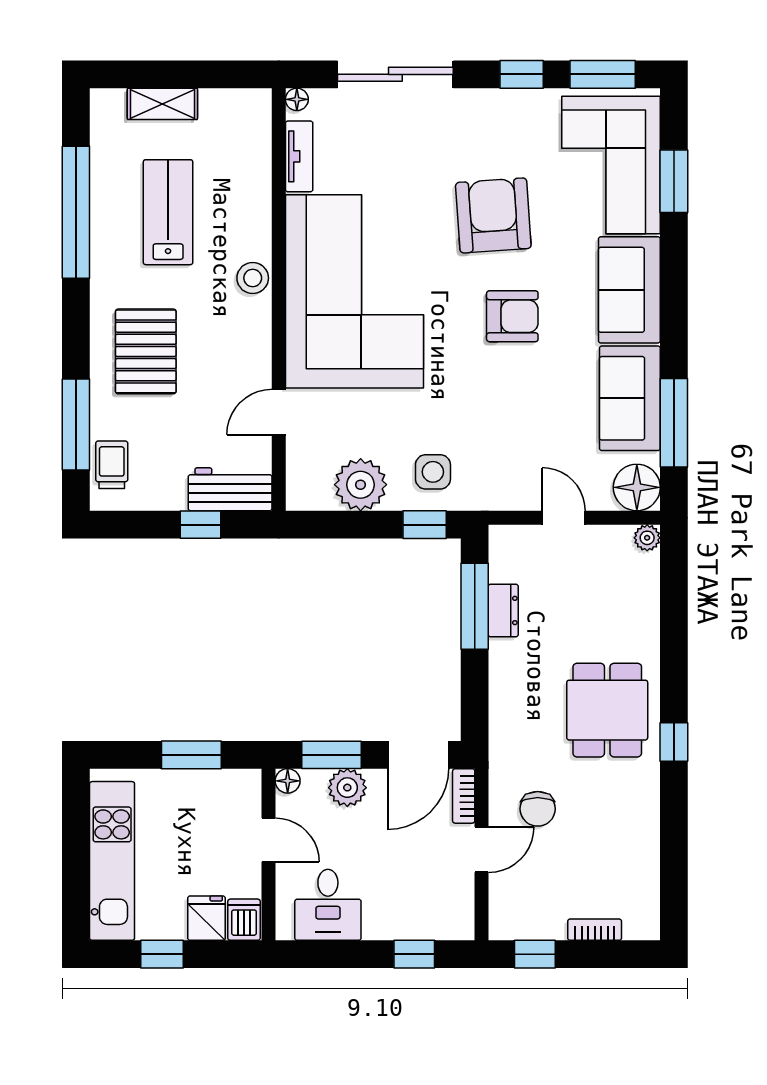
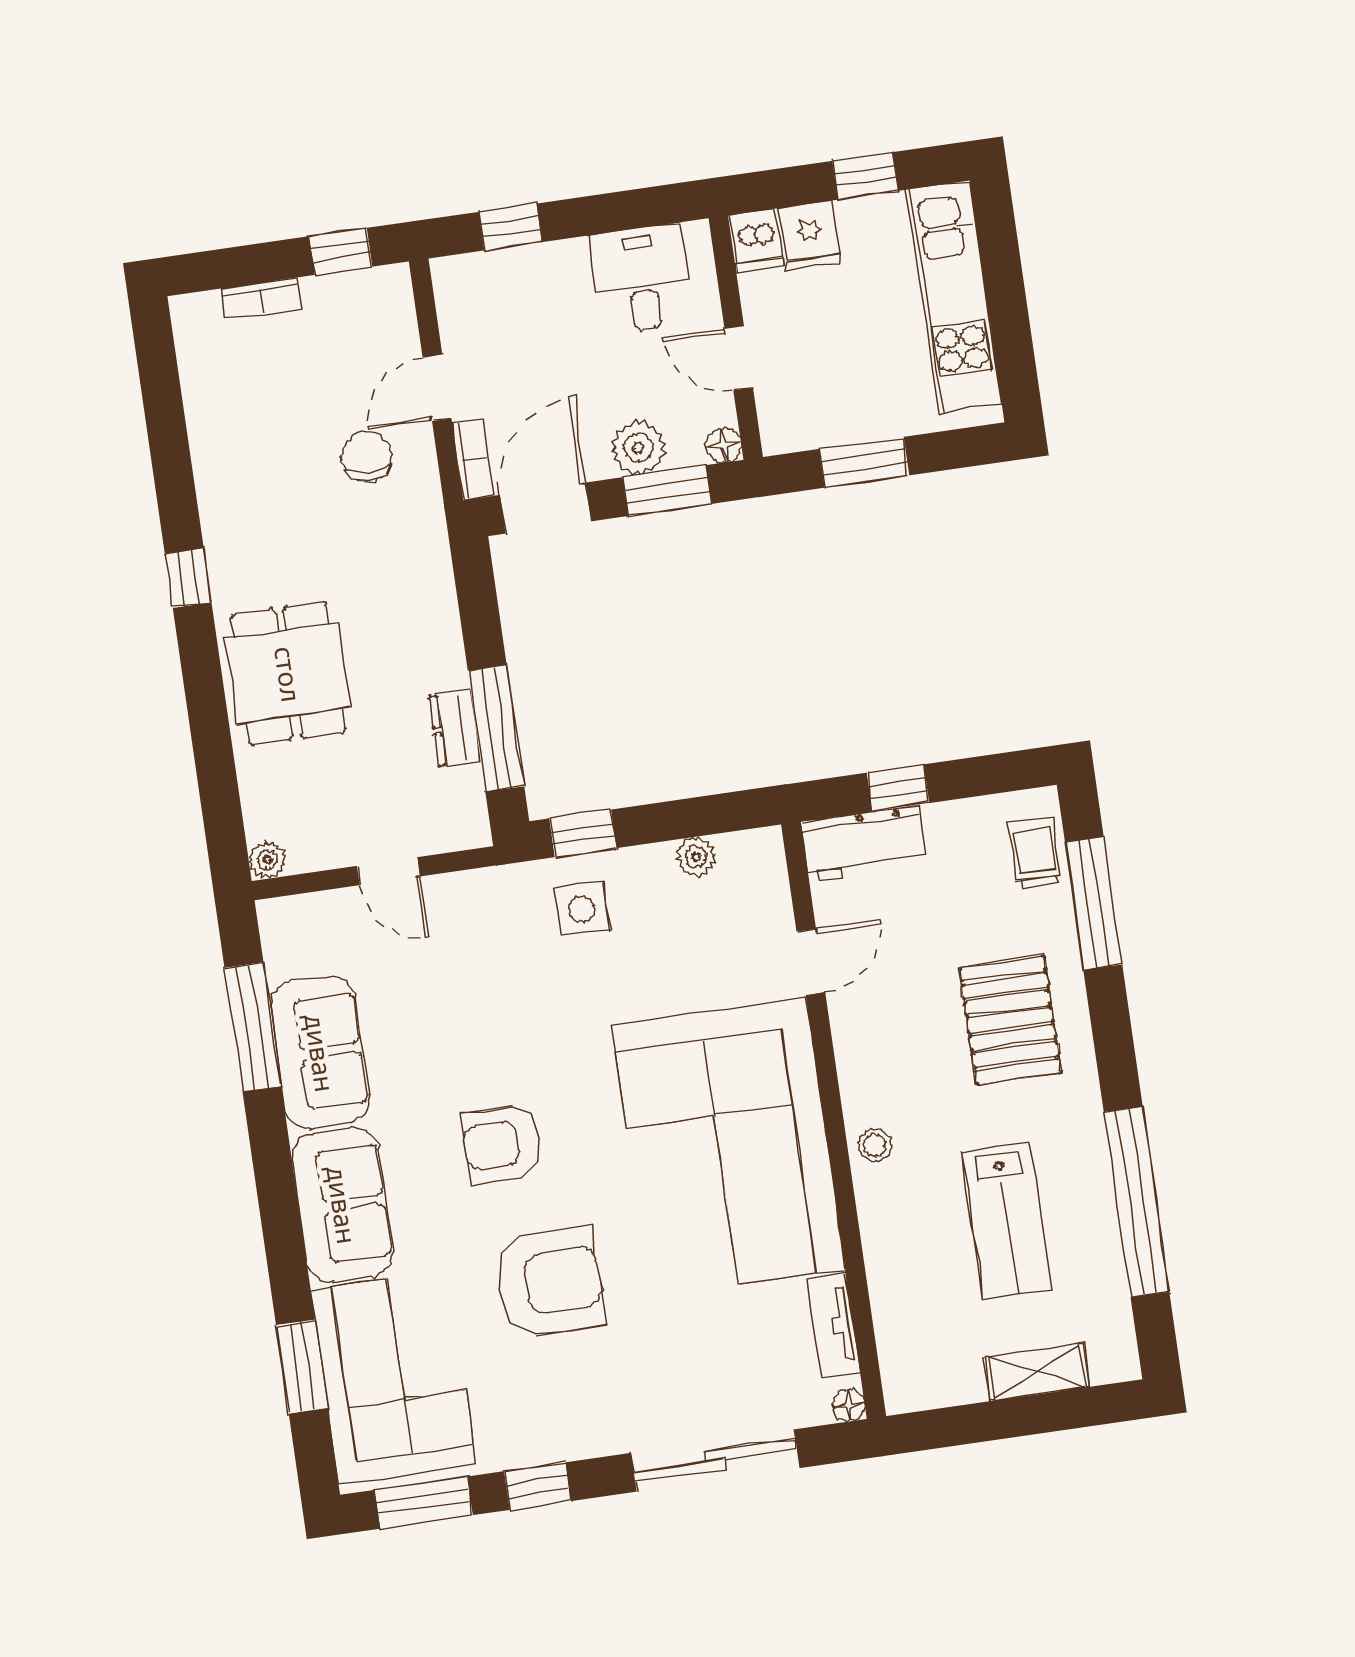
armchair: (493, 215) -> (549, 1282), turned -86
stool: (253, 278) -> (875, 1145), width x0.73, depth x0.73
trolley: (112, 465) -> (1035, 854), turned 180
plant: (361, 485) -> (696, 857), width x0.53, depth x0.53
floor lamp: (637, 487) -> (292, 928), removed
dining table: (607, 710) -> (288, 674), moved

